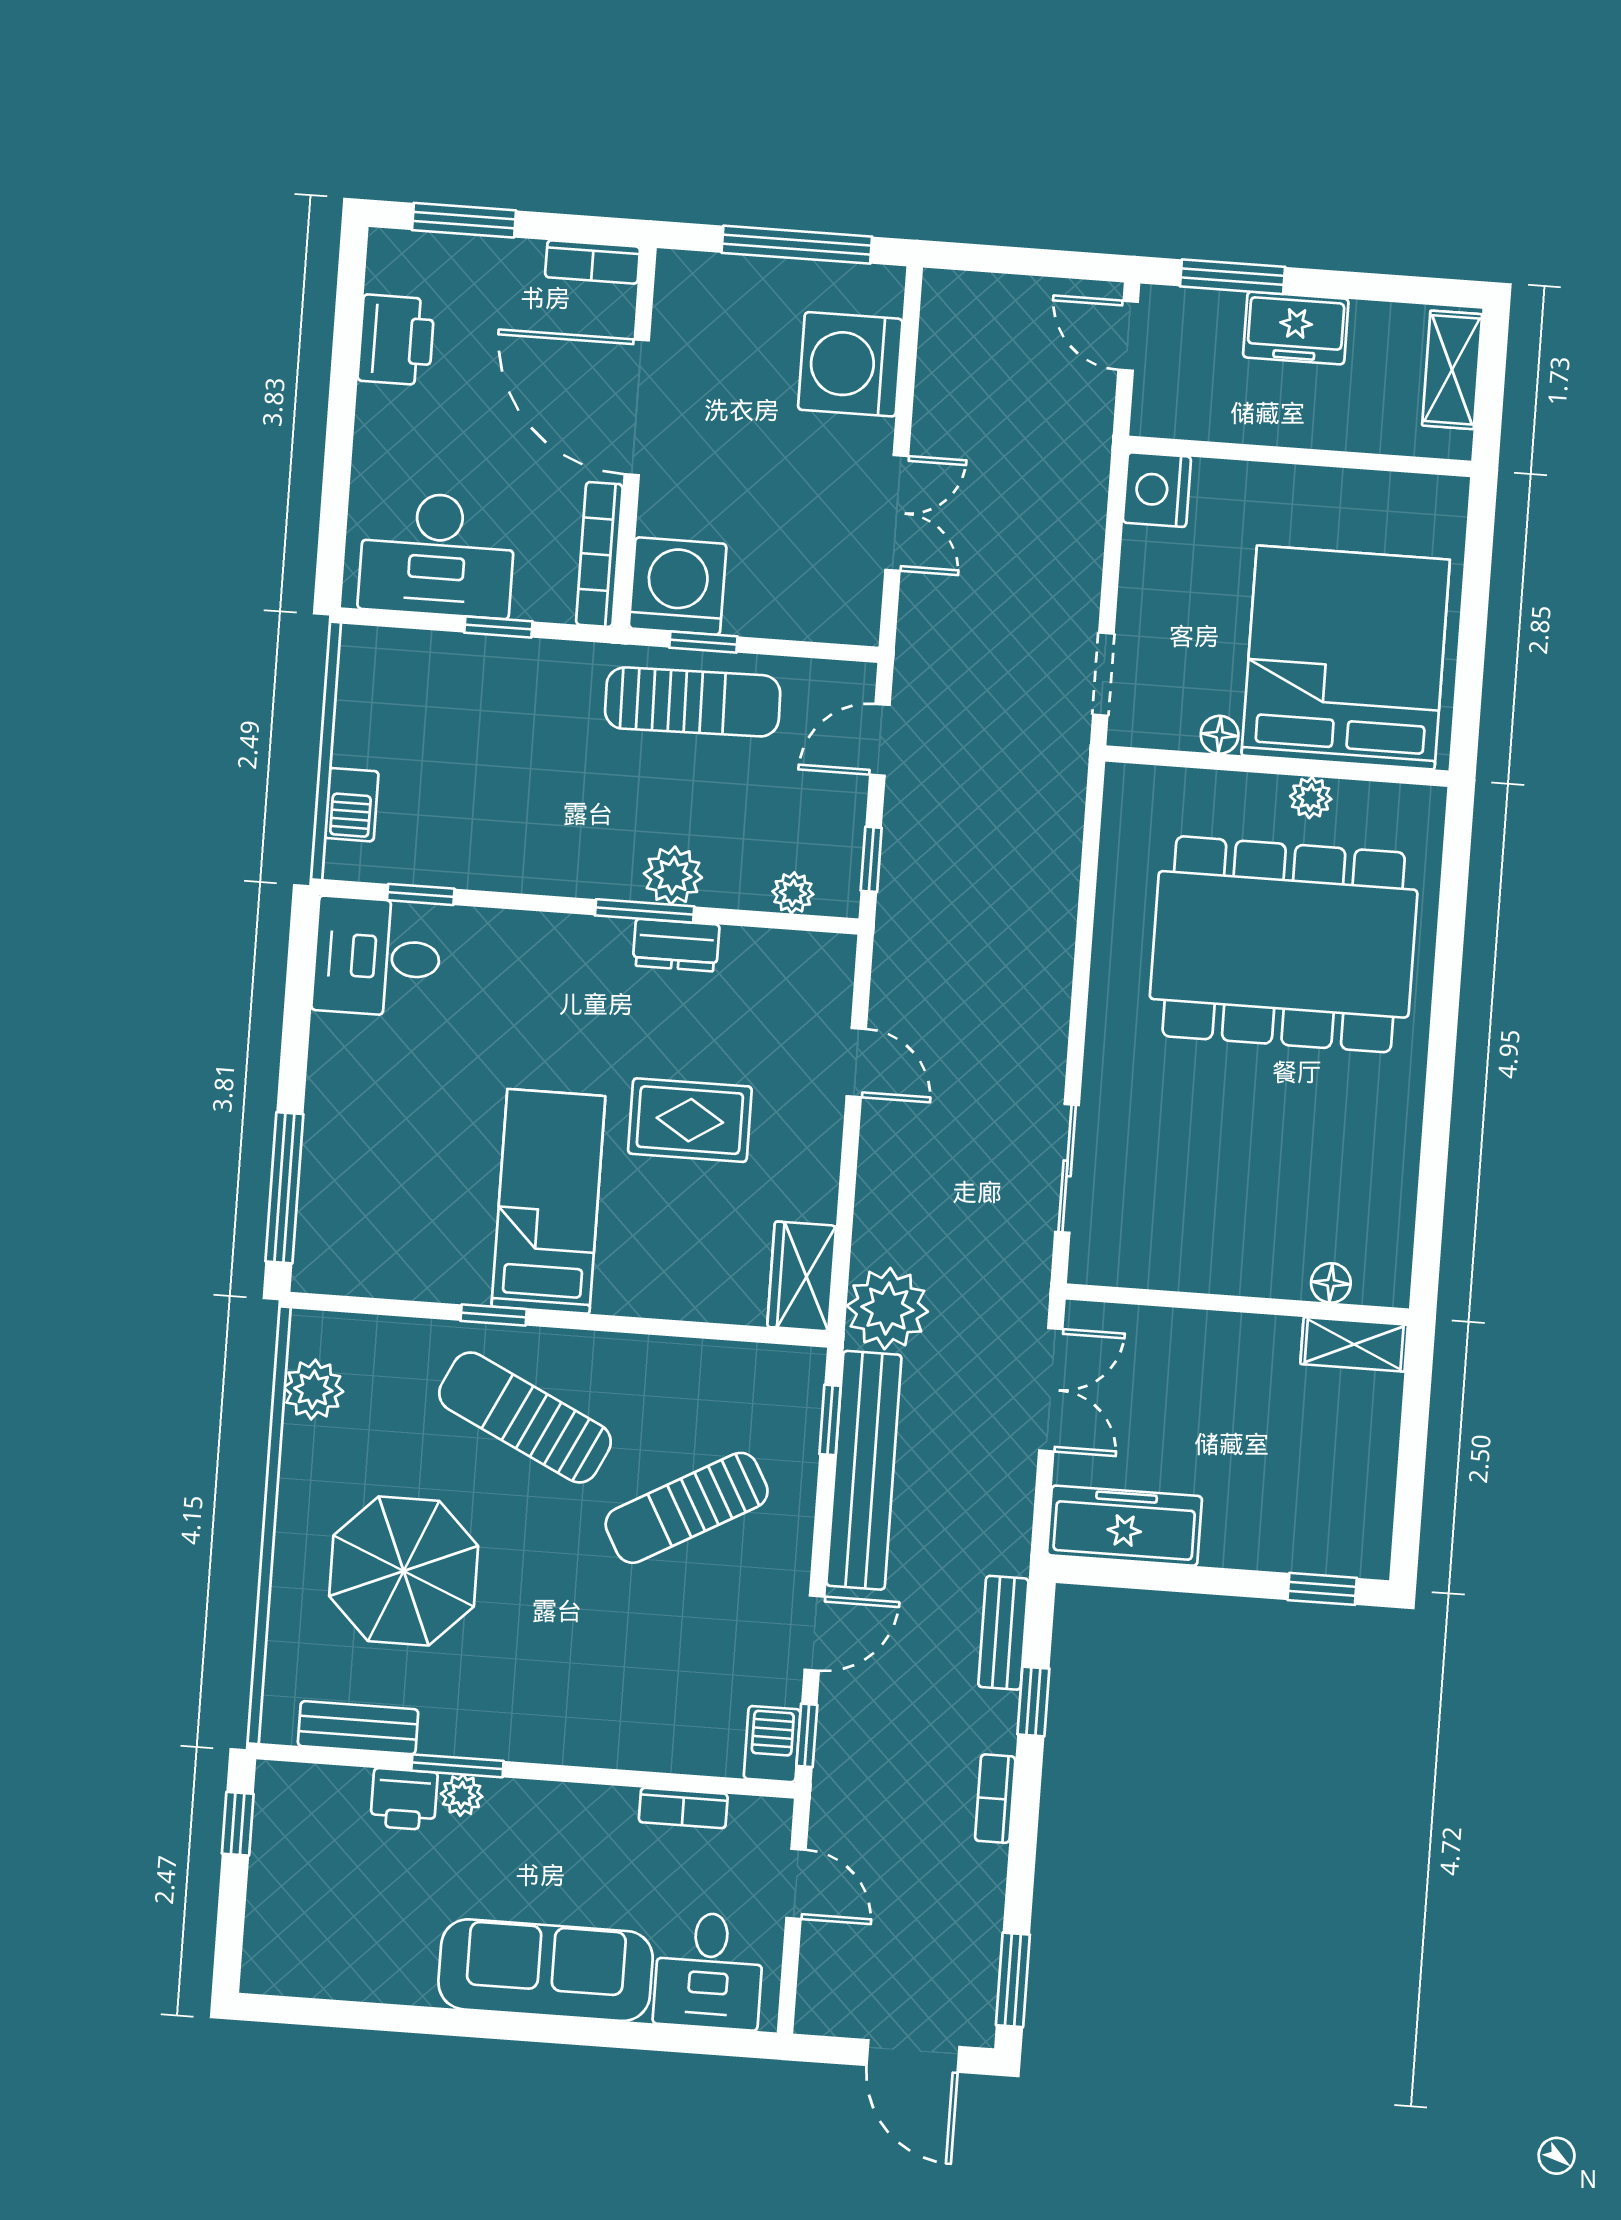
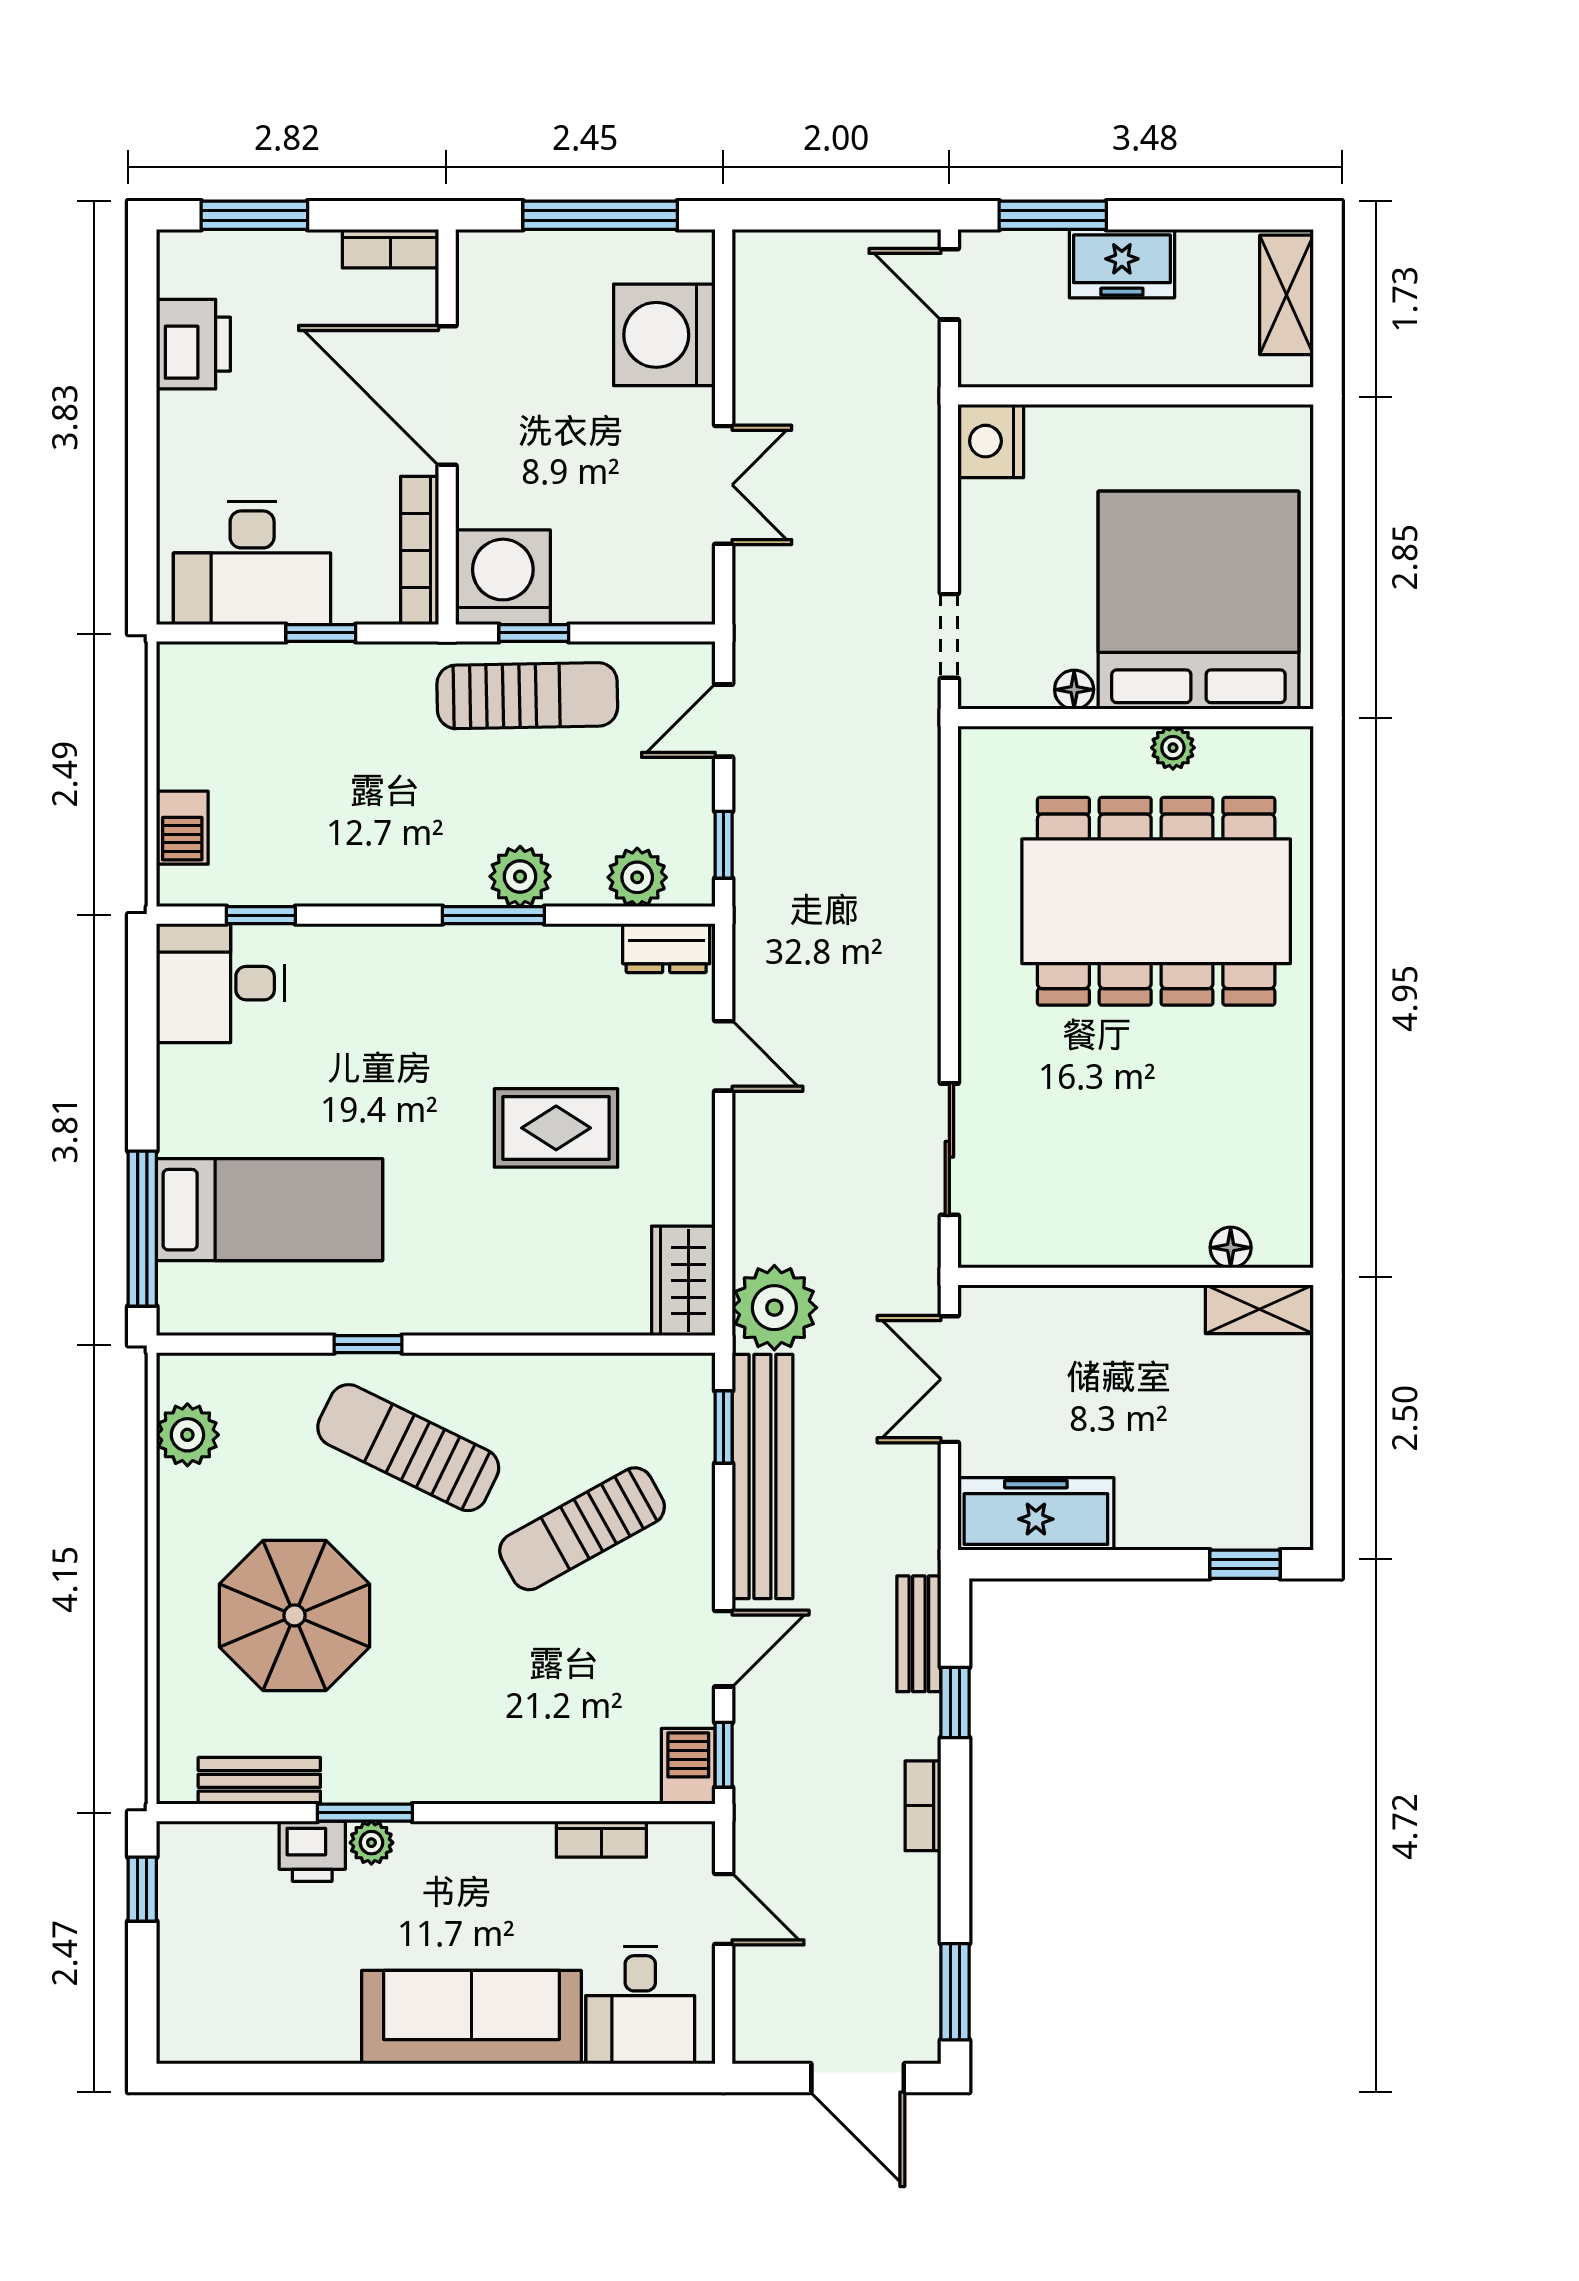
plant: (793, 893) -> (637, 877), width x1.38, depth x1.38
dresser: (676, 945) -> (666, 948), moved
bed: (548, 1201) -> (269, 1210), moved, turned 90
double door: (1051, 1390) -> (949, 1379), swing flipped

